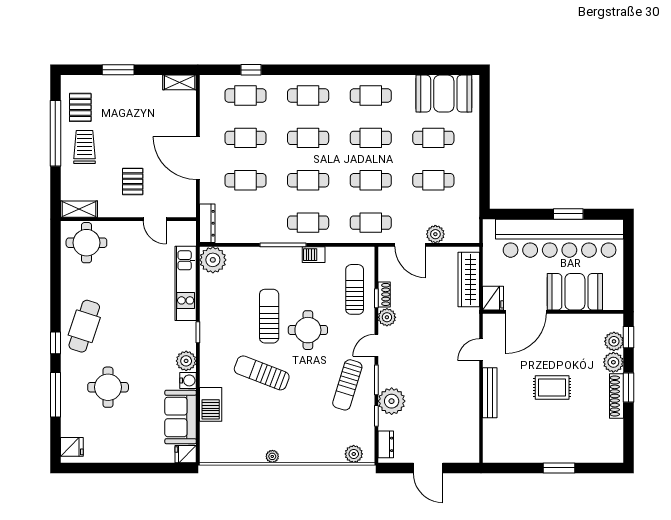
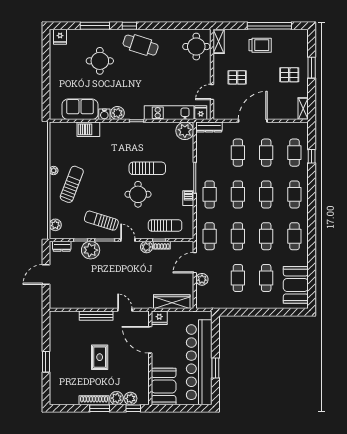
pallet: (80, 107) -> (289, 75), moved
booth: (575, 292) -> (164, 387), moved
sun lounger: (262, 373) -> (72, 184), moved
fridge: (186, 454) -> (201, 113), moved

